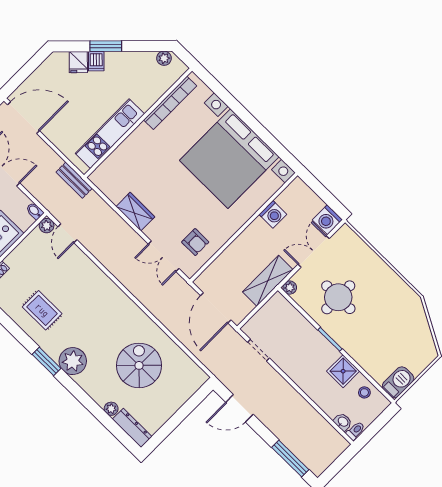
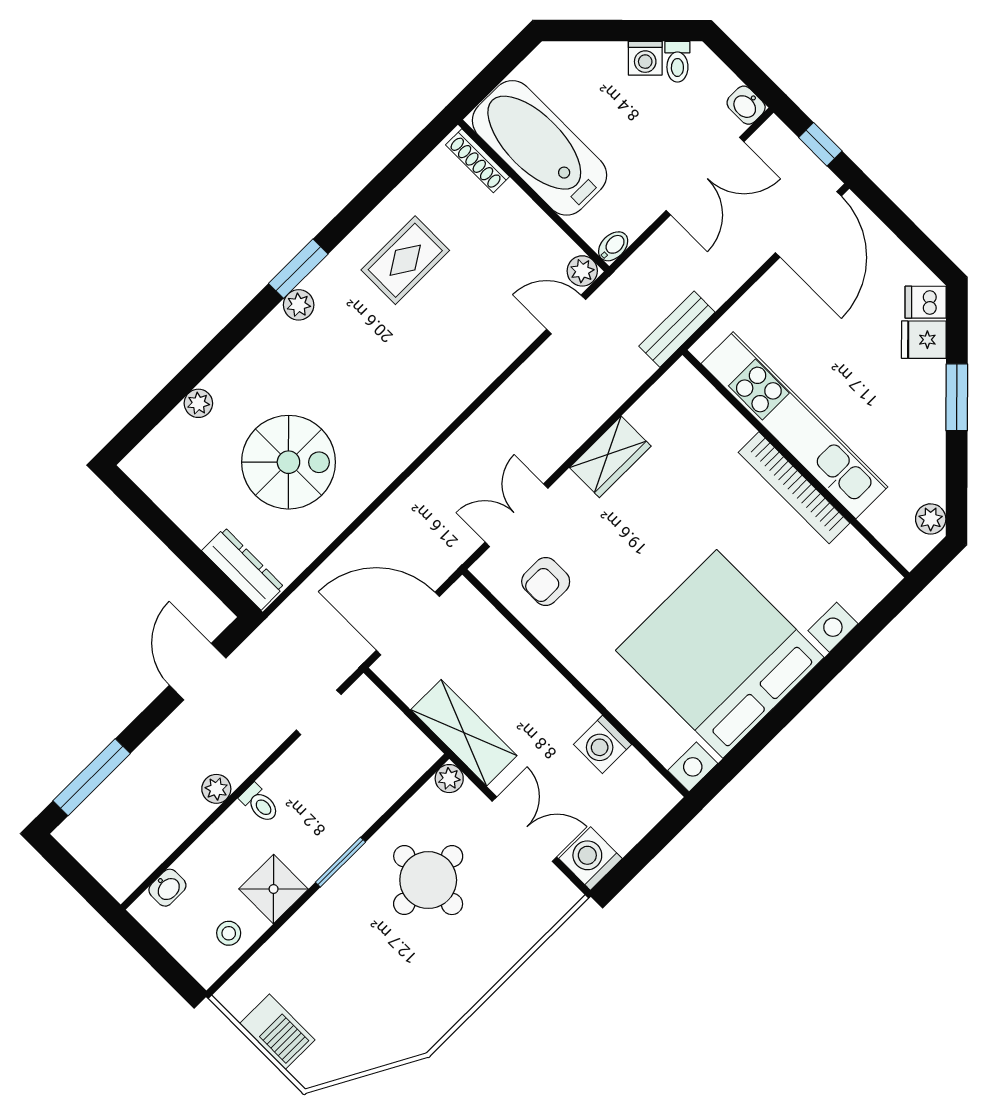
dishwasher: (96, 61) -> (926, 302), moved
bookcase: (170, 103) -> (794, 488), moved
kitchen unit: (110, 134) -> (794, 425), width x1.36
plant: (73, 361) -> (299, 305), width x0.53, depth x0.53
barbecue: (398, 382) -> (277, 1032), moved
plant: (295, 399) -> (216, 789), added
dresser: (132, 428) -> (243, 569), moved, turned -90
toilet: (355, 431) -> (260, 803), moved

